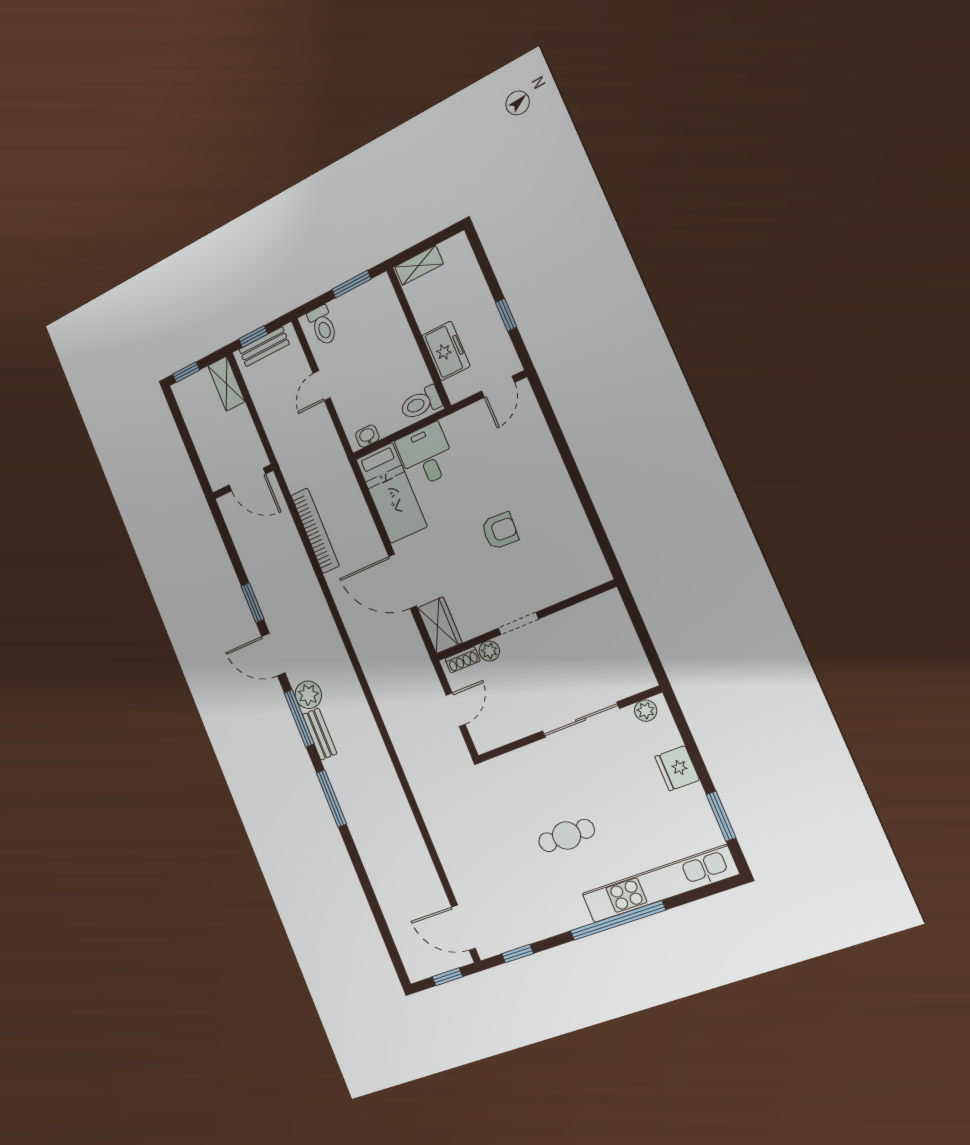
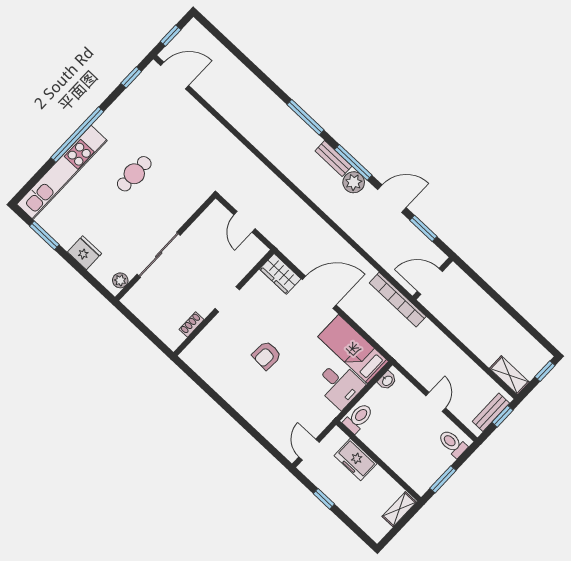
door: (247, 479) -> (430, 281), moved
wall: (243, 482) -> (433, 278), moved
plant: (489, 651) -> (239, 272), removed
shoe rack: (463, 660) -> (192, 324), moved

